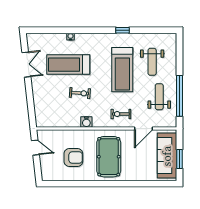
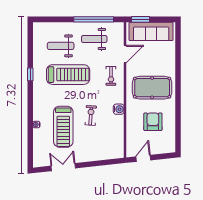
weight bench: (152, 62) -> (61, 46), turned 180
door: (143, 129) -> (125, 54), hinge flipped
window: (180, 159) -> (141, 19), moved

